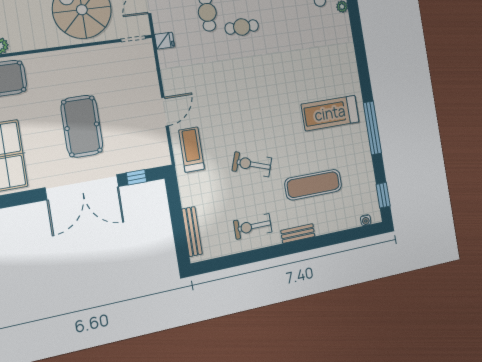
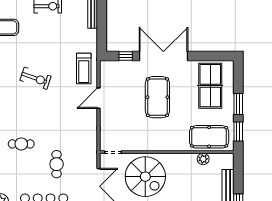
cafe table: (242, 27) -> (21, 144), moved
fridge: (164, 41) -> (91, 148), removed
exercise bike: (252, 164) -> (35, 78), moved

